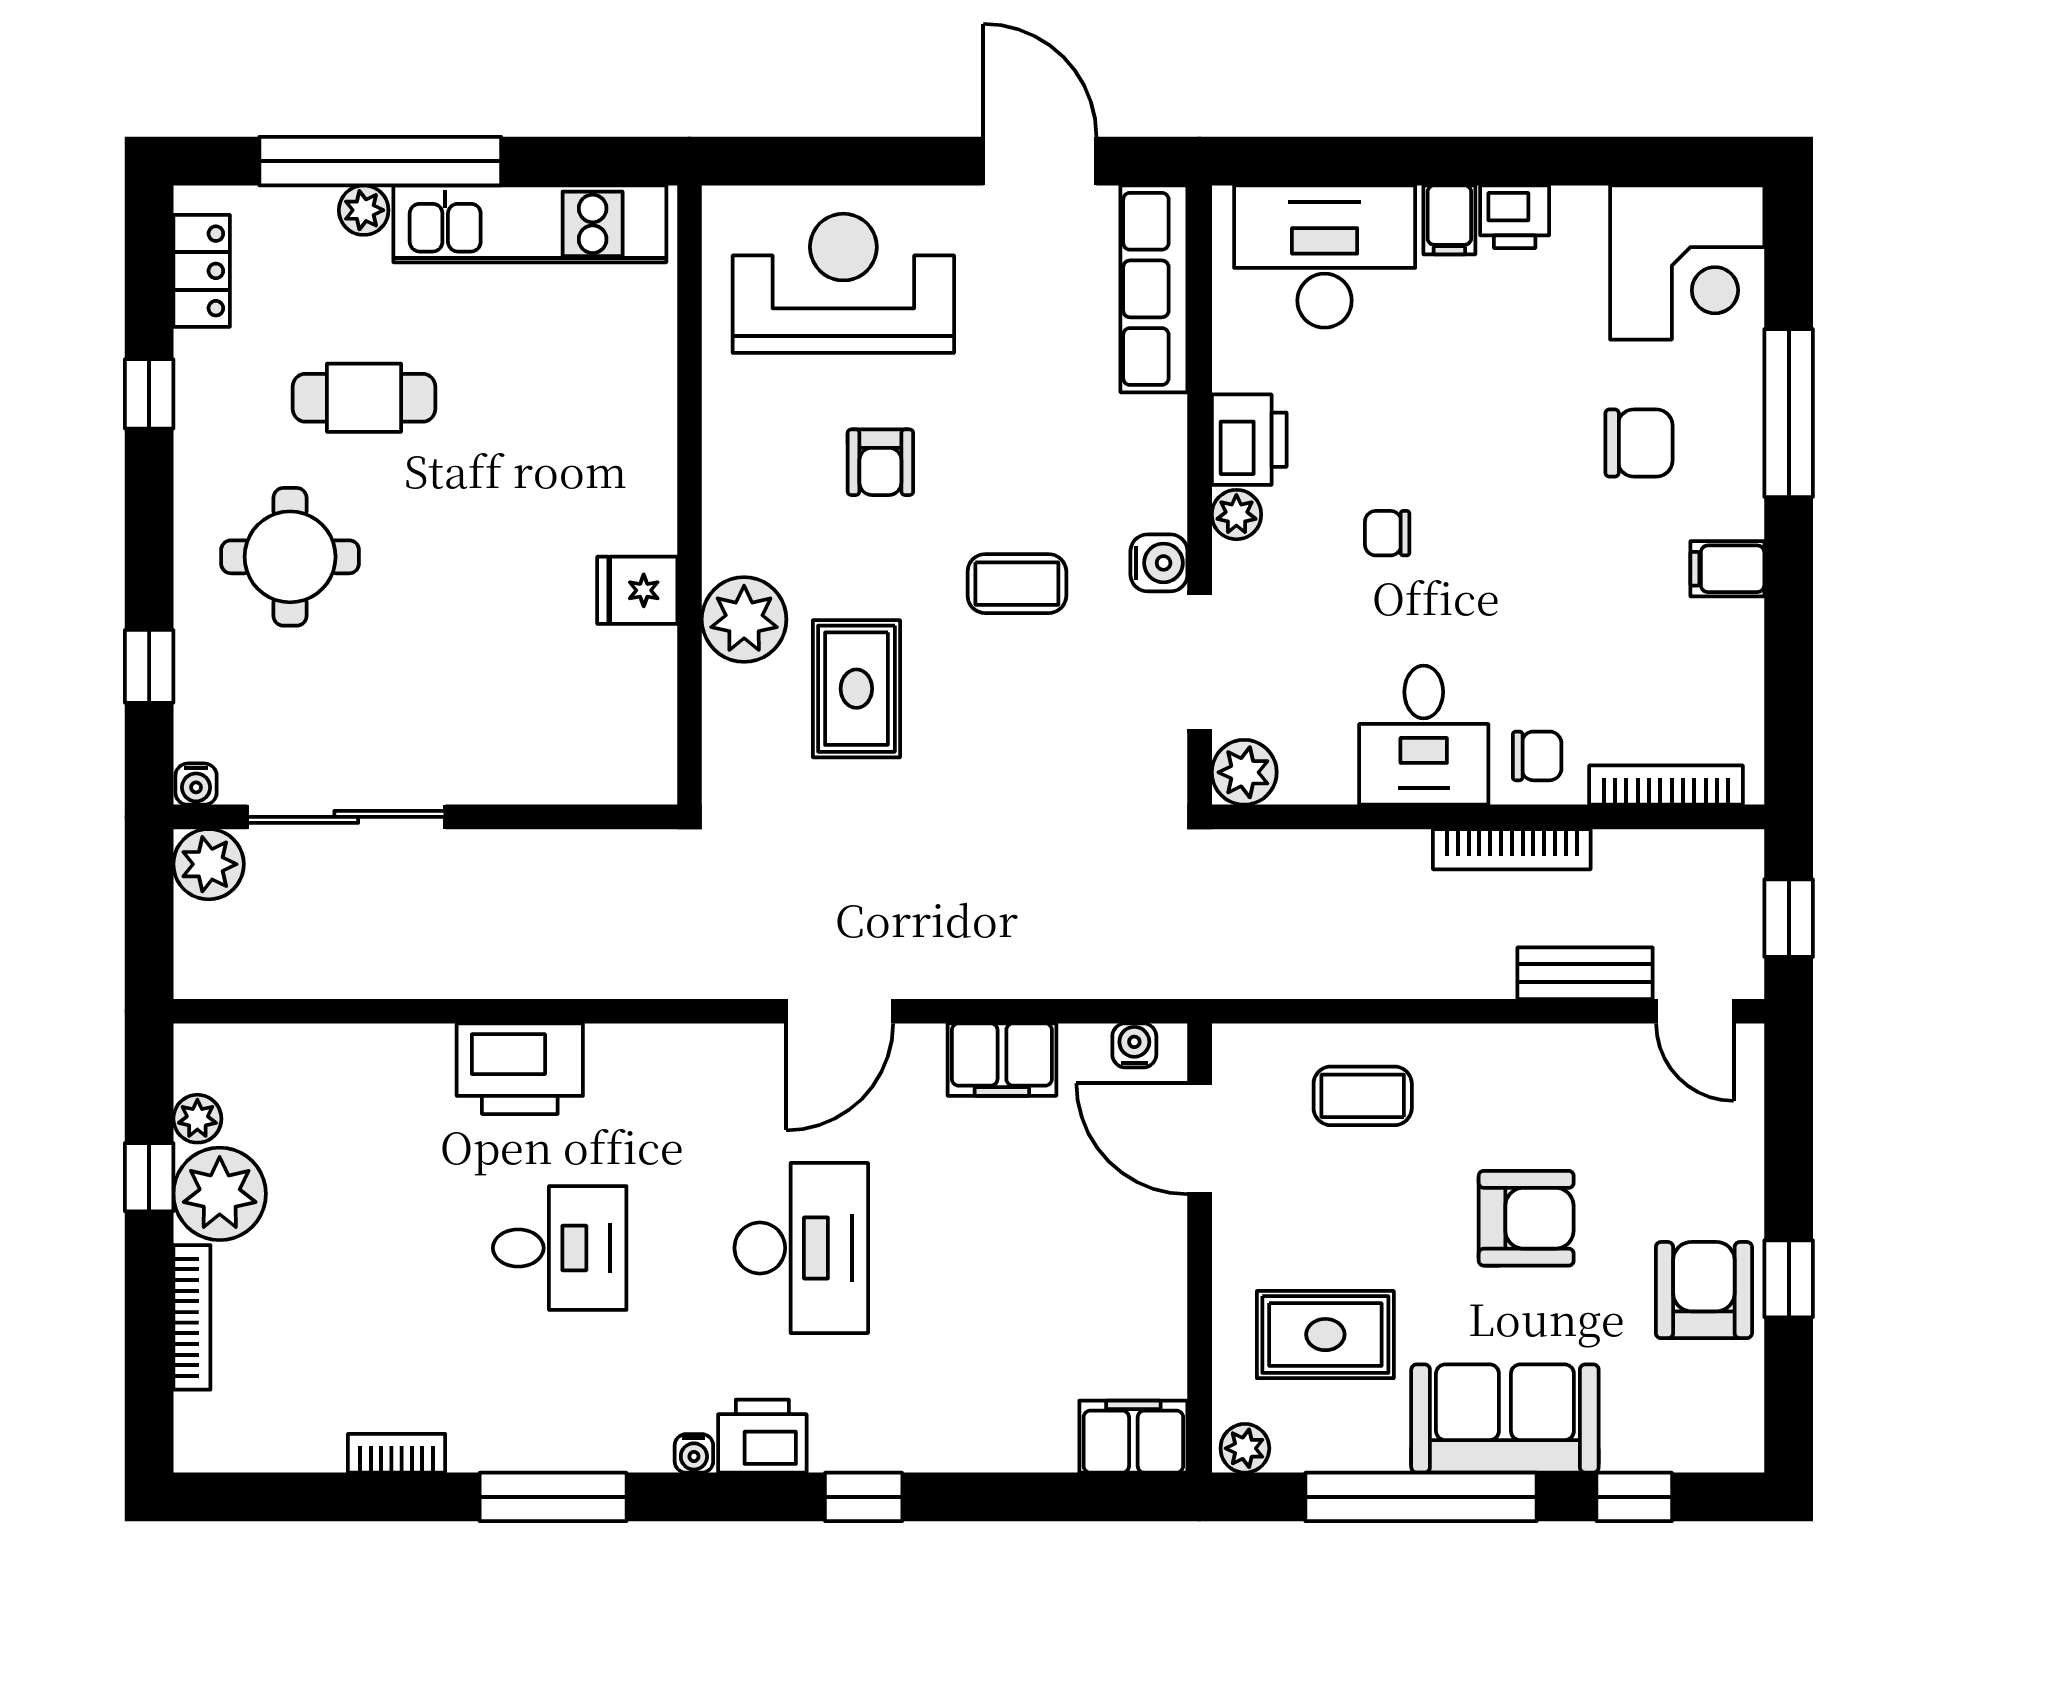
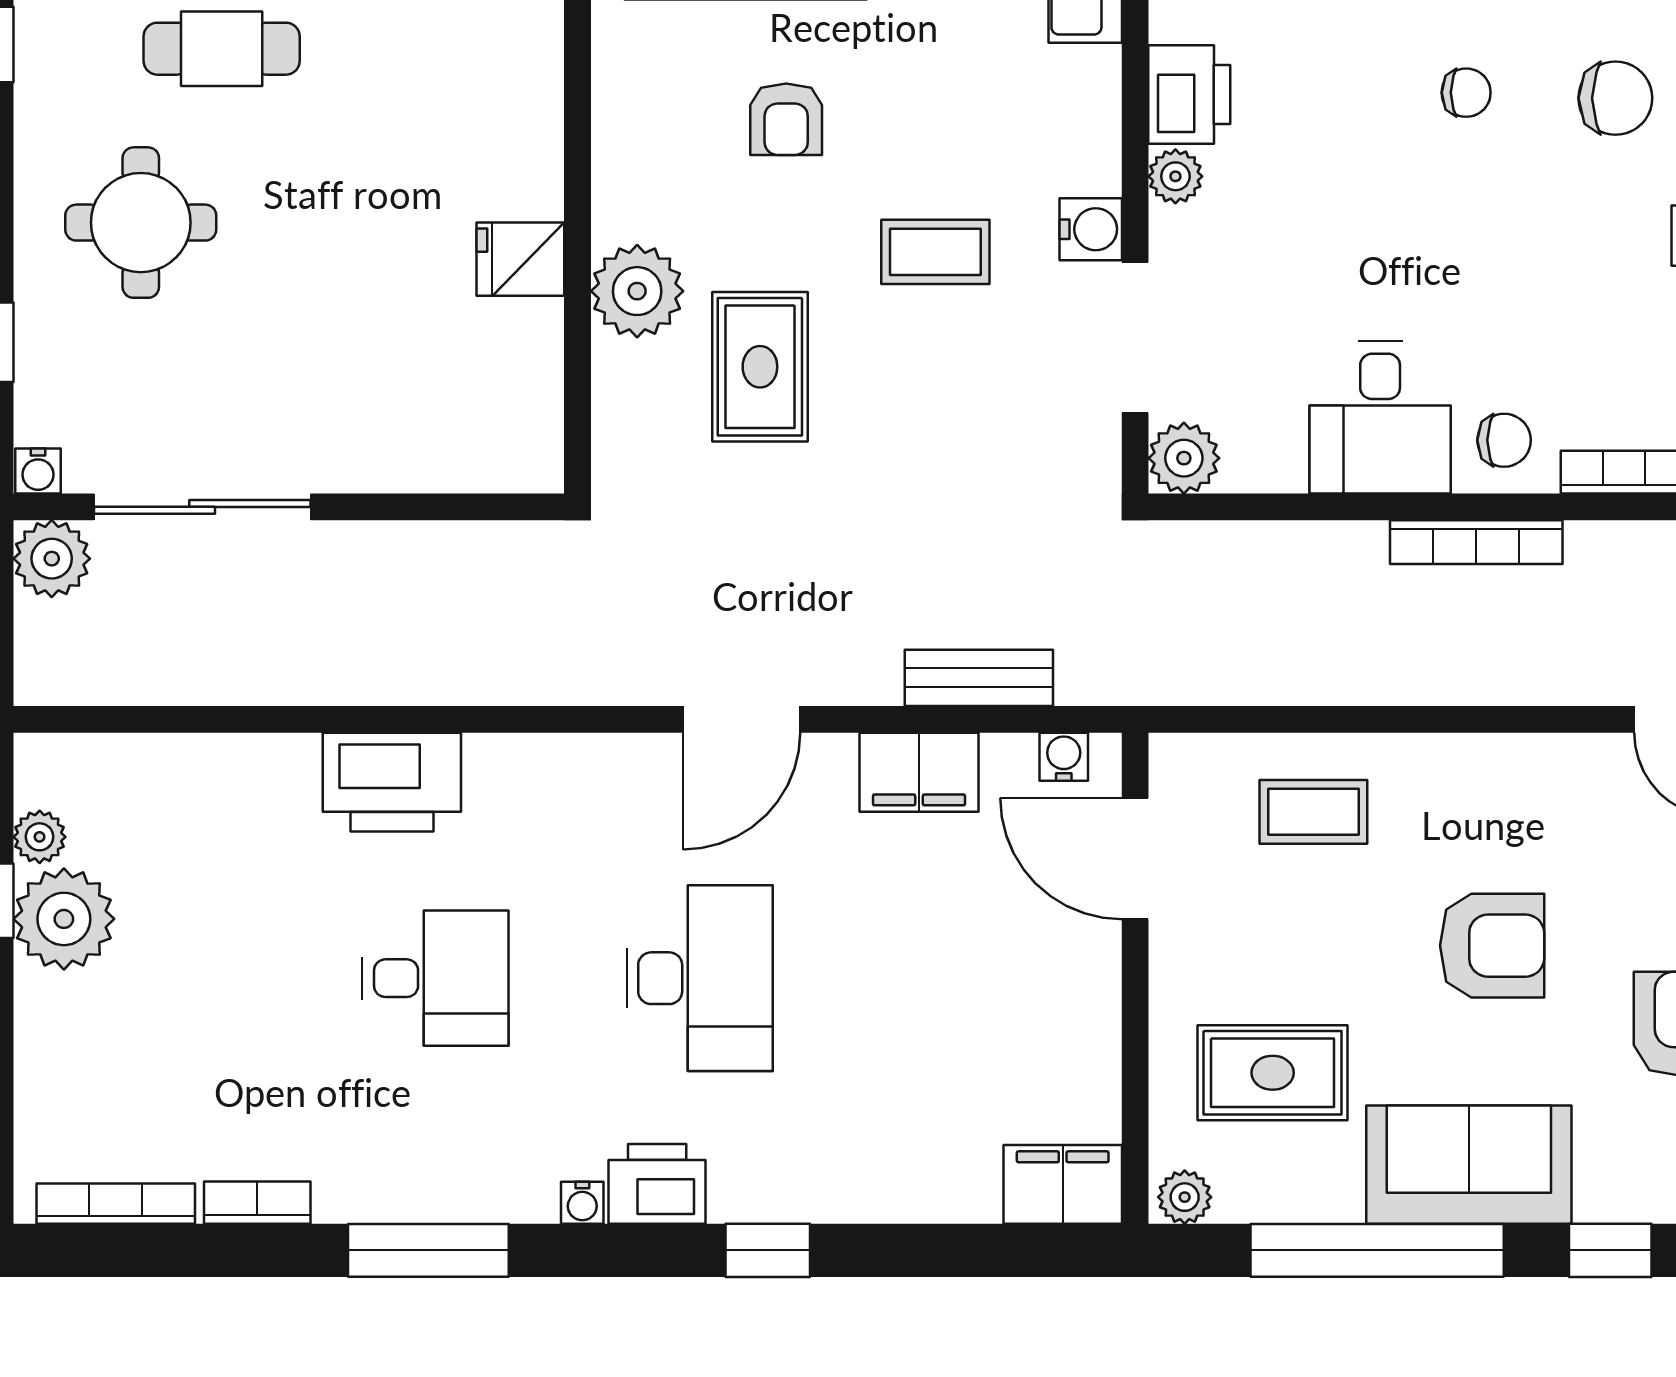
chair: (1387, 533) -> (1466, 93), moved, turned 180
bench: (1585, 973) -> (979, 678), moved
bookcase: (192, 1317) -> (116, 1204), moved, turned -90

